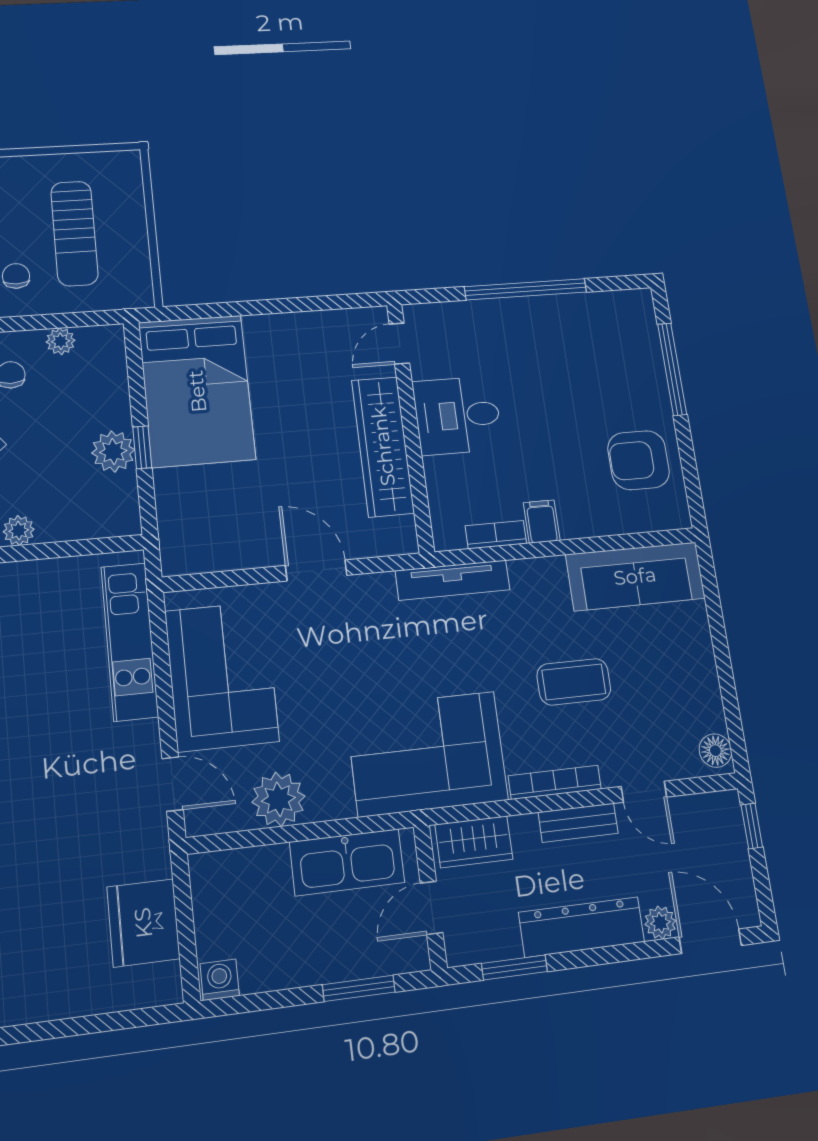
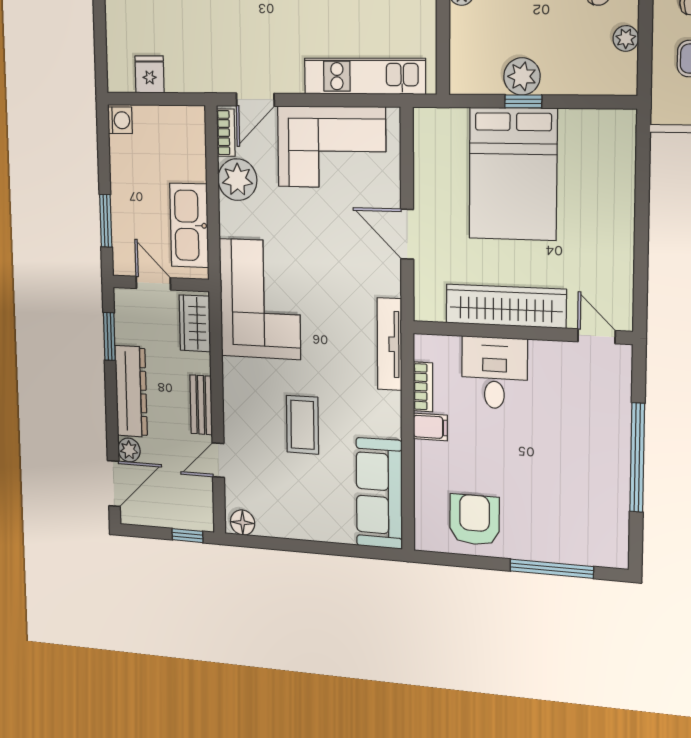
bed: (197, 391) -> (513, 174), moved, turned -90
desk: (457, 415) -> (494, 373), moved
door: (316, 570) -> (407, 234), swing flipped
bookcase: (555, 782) -> (226, 133), moved, width x0.64
fridge: (143, 923) -> (149, 74), width x0.53, depth x0.75

